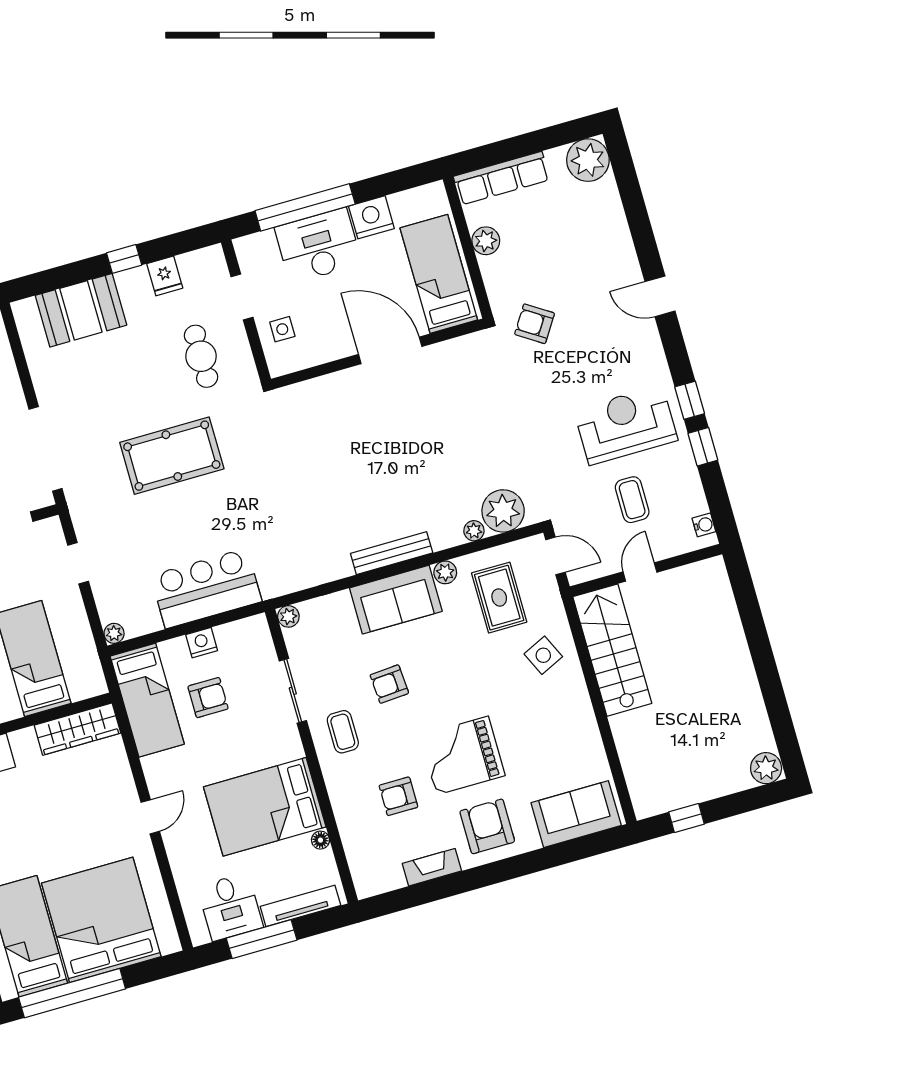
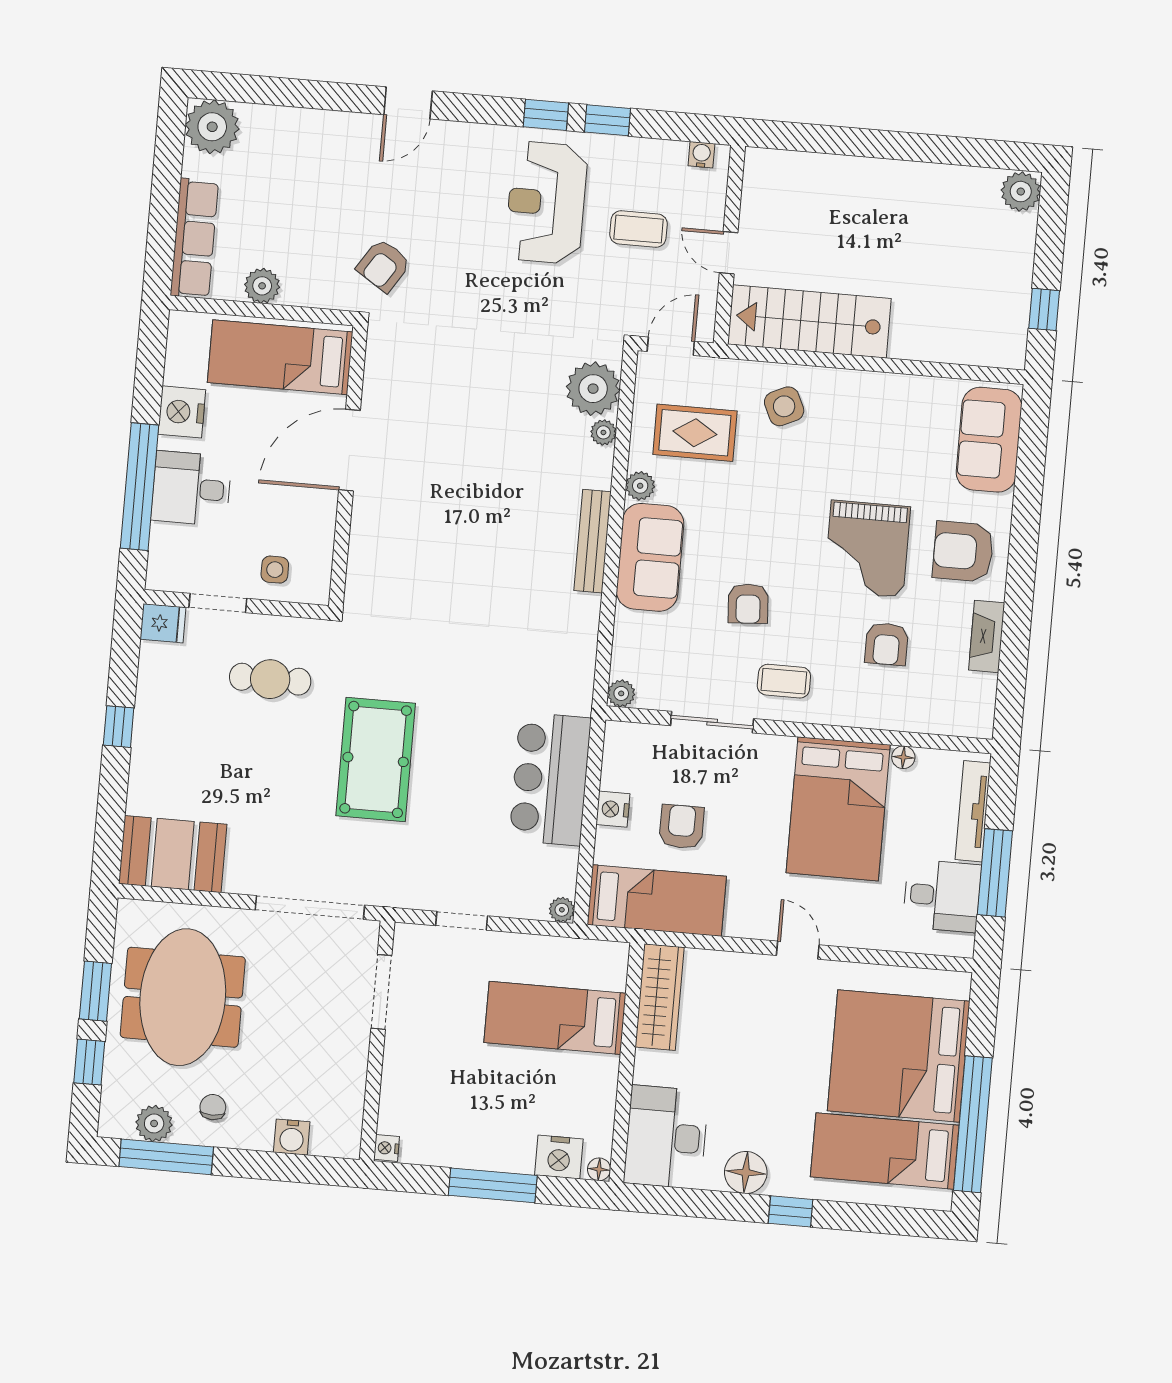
desk: (318, 246) -> (191, 488), width x0.73
fridge: (165, 276) -> (163, 623), moved
booth: (81, 310) -> (173, 854), moved, turned 90

